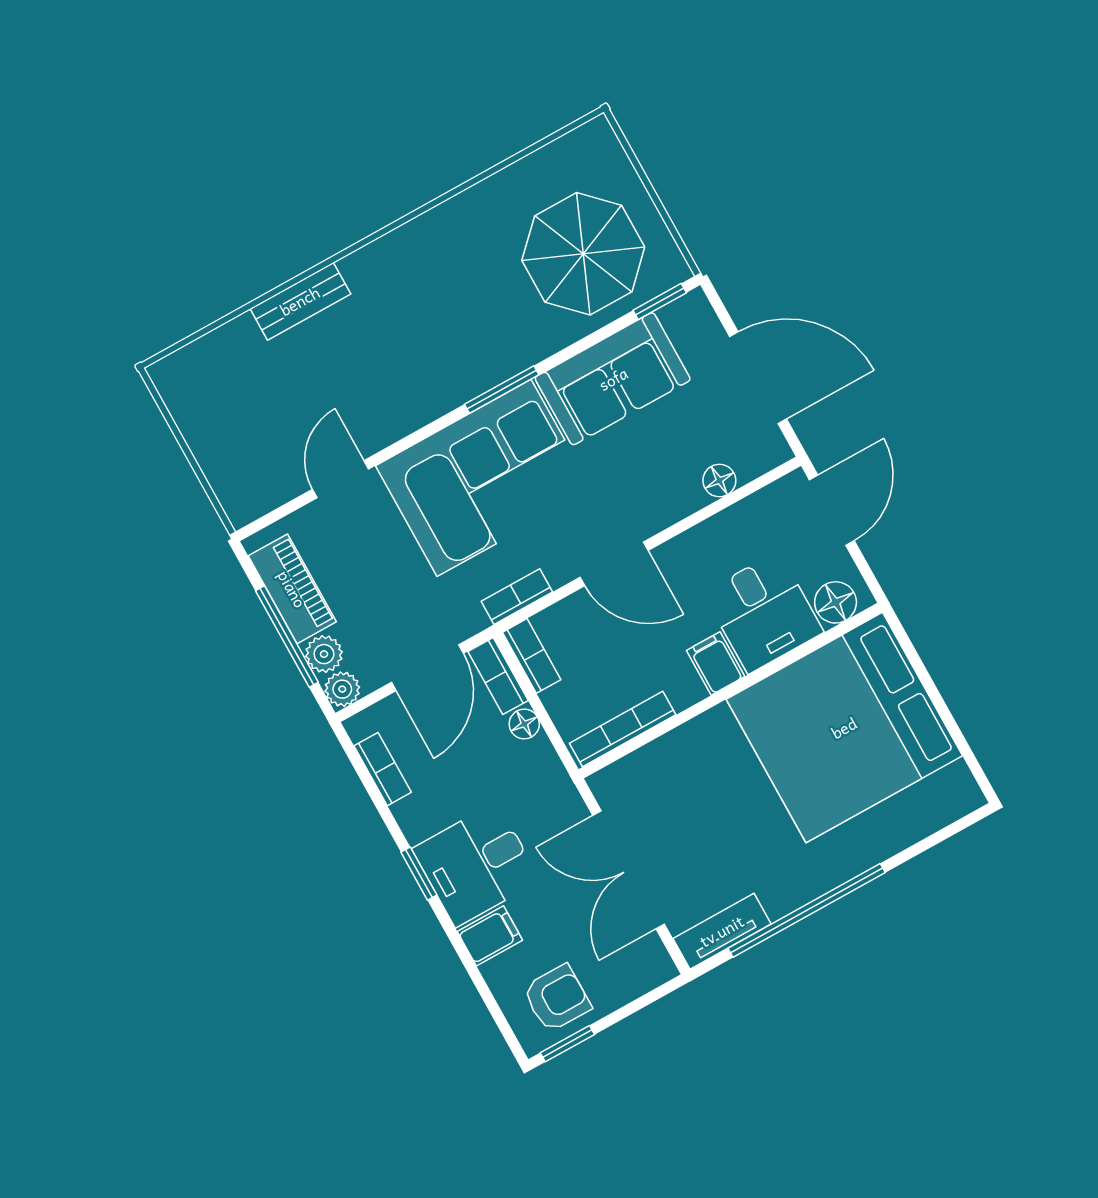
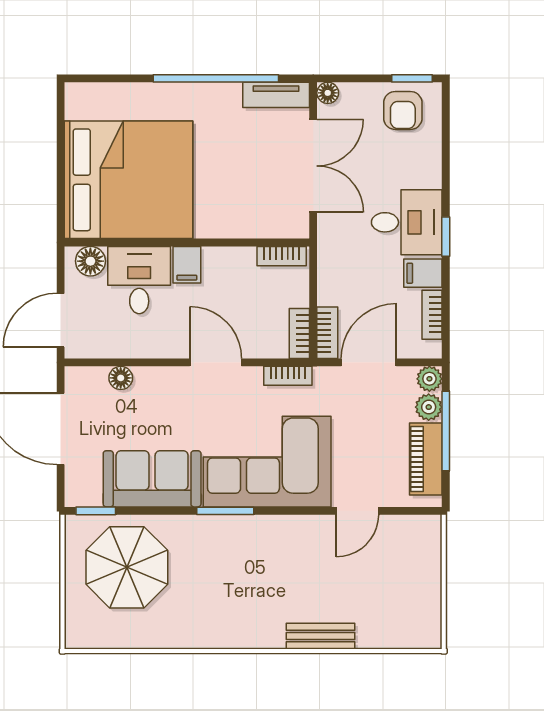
floor lamp: (524, 724) -> (328, 93), moved
bookcase: (623, 729) -> (282, 256), width x0.64
filing cabinet: (490, 936) -> (423, 273), moved
armchair: (557, 998) -> (403, 110), turned -90

